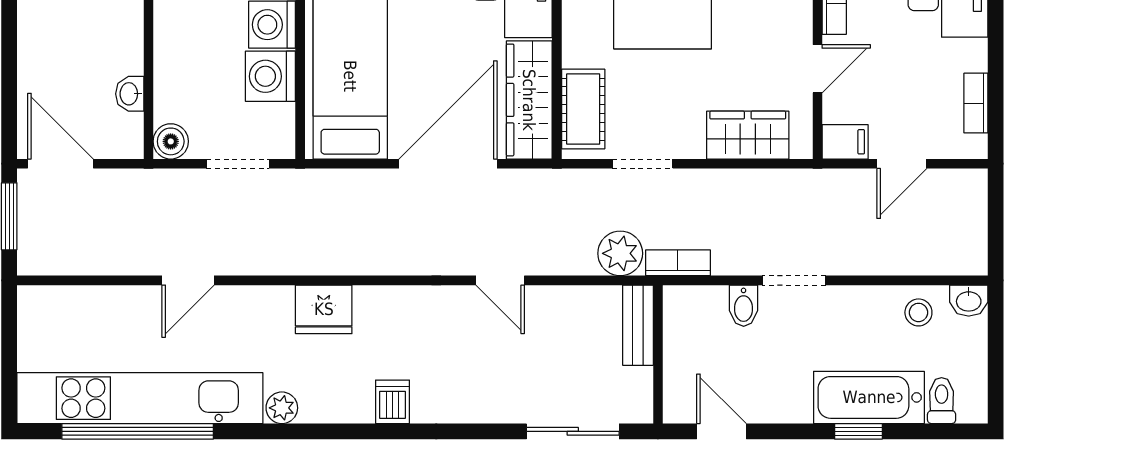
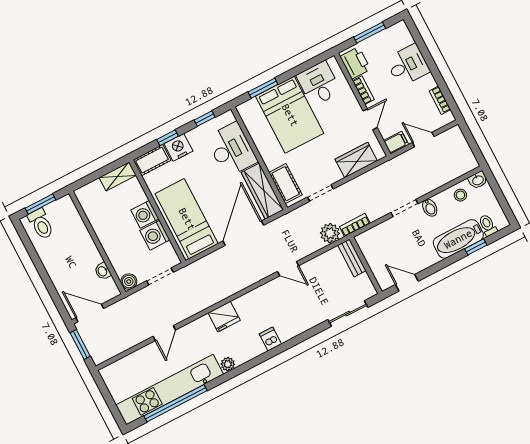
door: (902, 164) -> (423, 140), swing flipped
bidet: (744, 306) -> (430, 208), moved
window: (858, 431) -> (476, 247), moved

